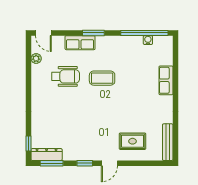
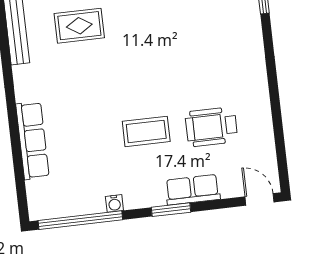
water cooler: (148, 40) -> (114, 203), moved
plant: (36, 59) -> (267, 153), removed
row of seats: (166, 80) -> (32, 141), width x1.48

